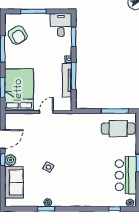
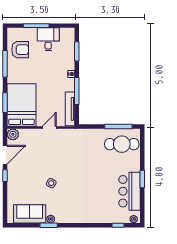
desk: (61, 25) -> (48, 39), moved
armchair: (18, 35) -> (20, 50), turned -60
tv unit: (67, 80) -> (70, 109), moved
plant: (11, 160) -> (13, 134), moved
sofa: (14, 182) -> (30, 214), moved, turned -90

